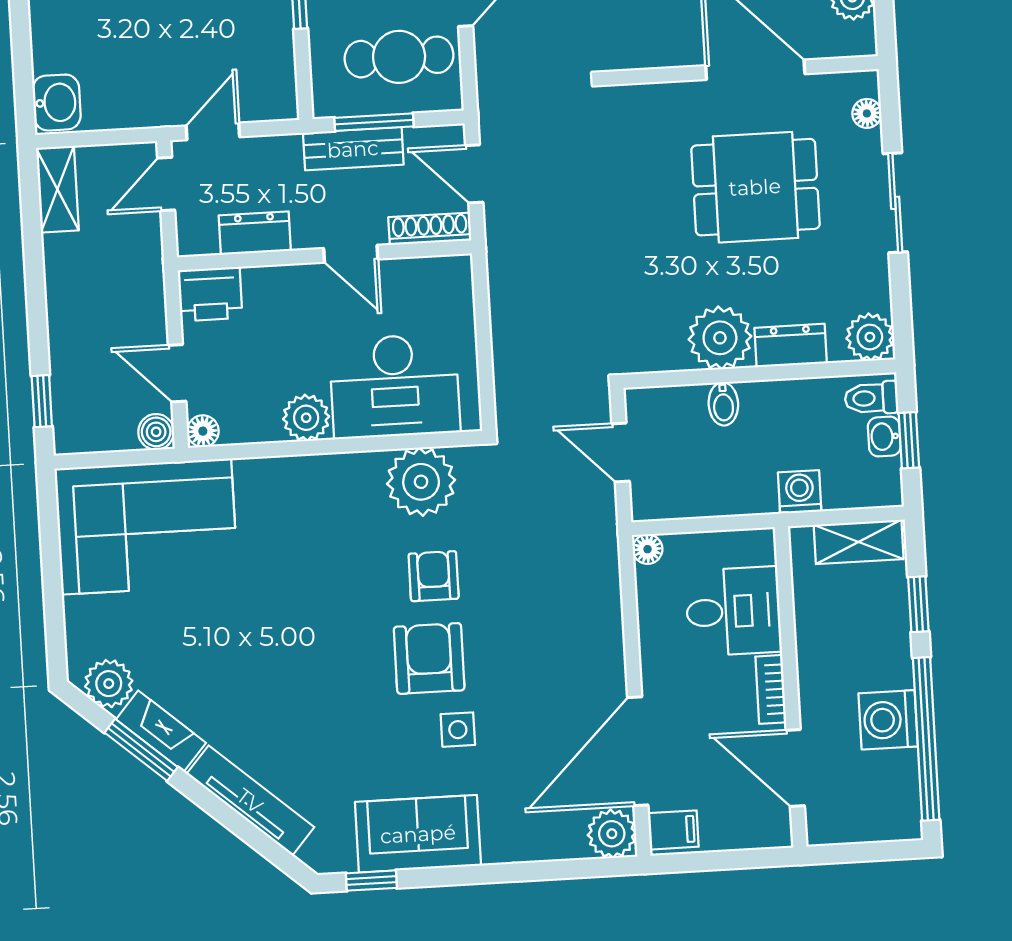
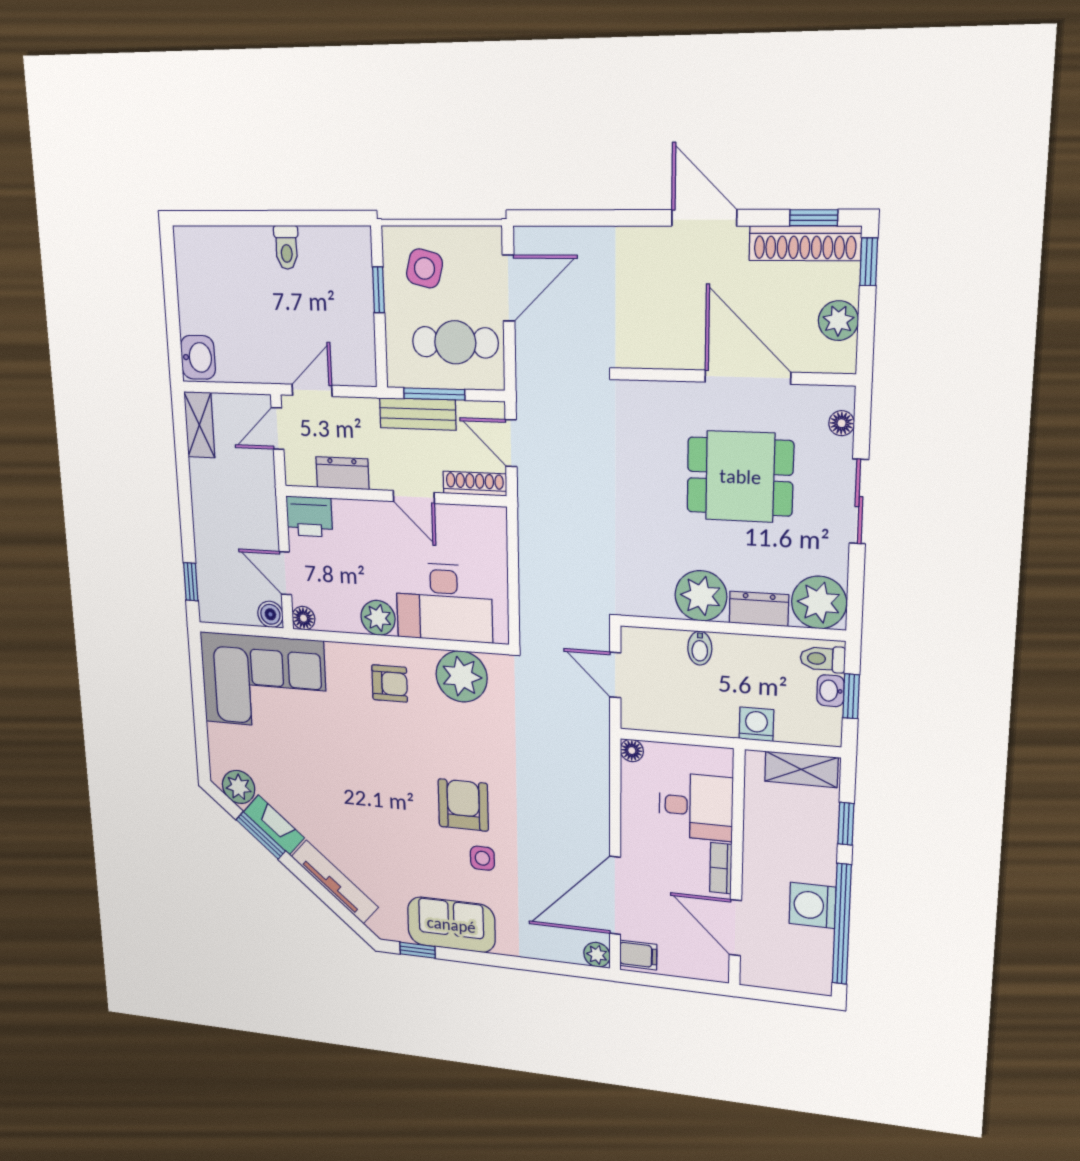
plant: (870, 337) -> (819, 602), width x1.36, depth x1.36
armchair: (434, 576) -> (390, 683), moved, turned 90
plant: (612, 834) -> (597, 955), width x0.73, depth x0.73

